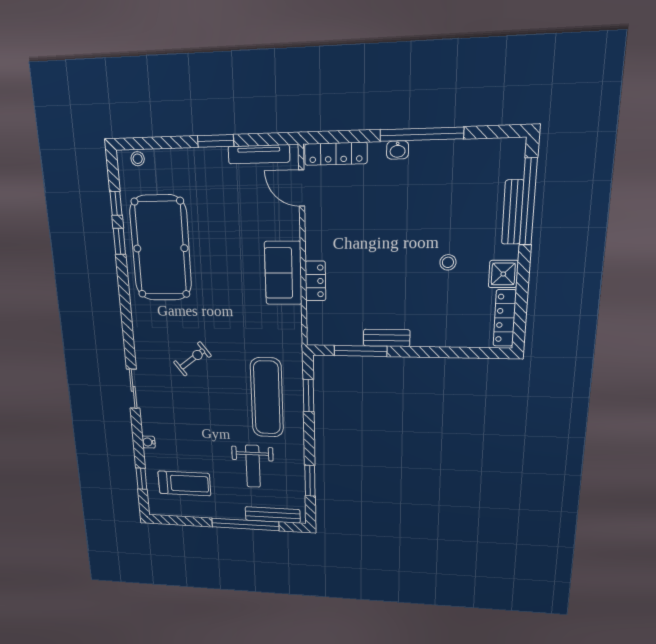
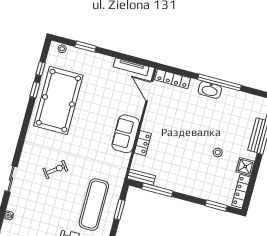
window: (216, 141) -> (86, 47), moved
washbasin: (398, 150) -> (210, 90), width x1.91, depth x1.45
bench: (387, 338) -> (141, 177), moved
window: (466, 353) -> (216, 206), added

